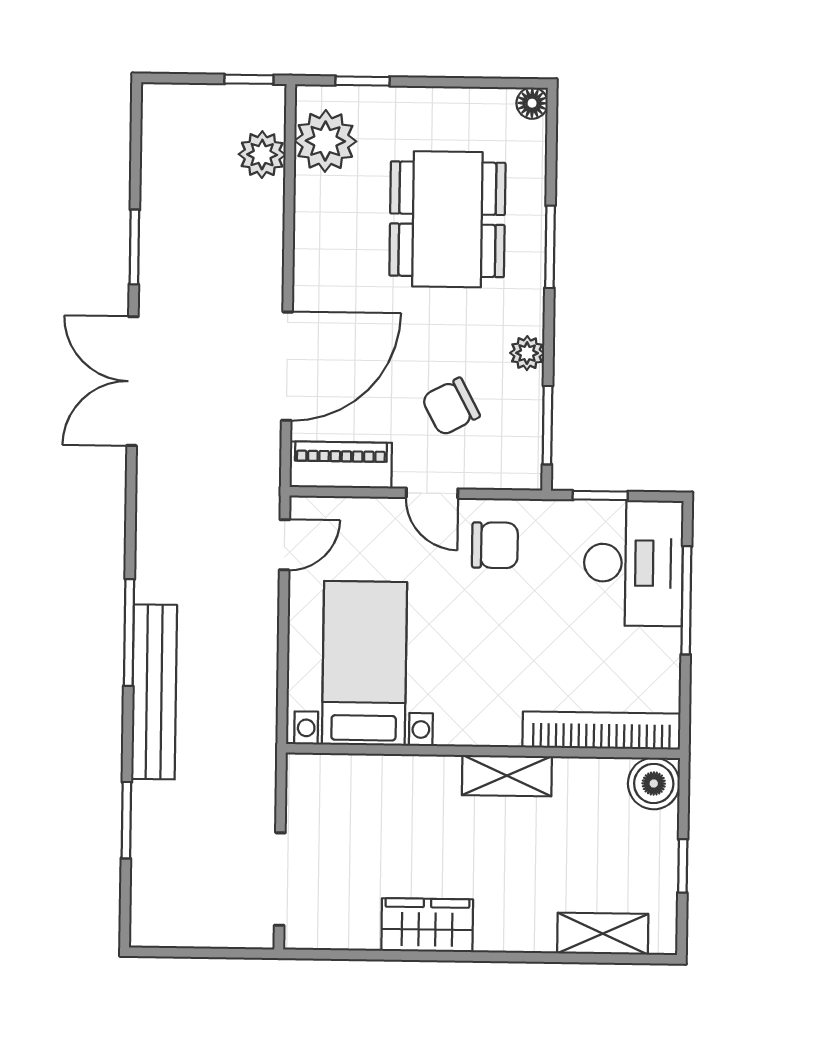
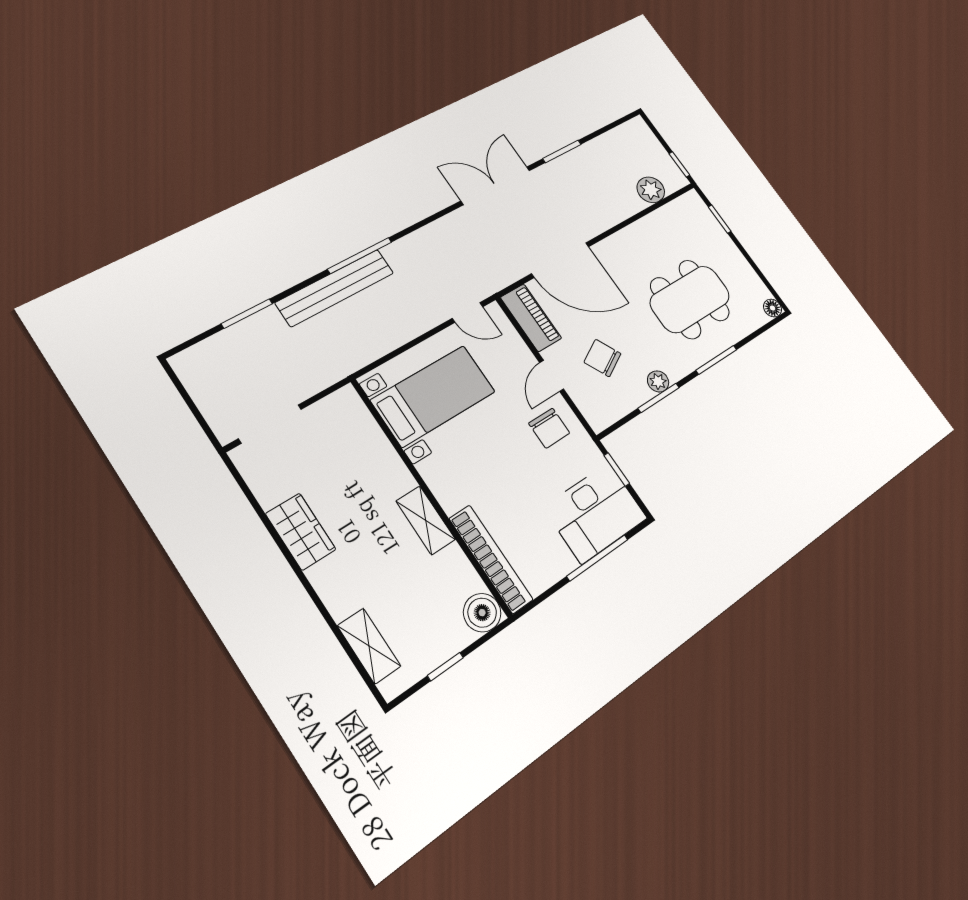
plant: (325, 141) -> (680, 217), removed
window: (547, 425) -> (659, 398), moved

